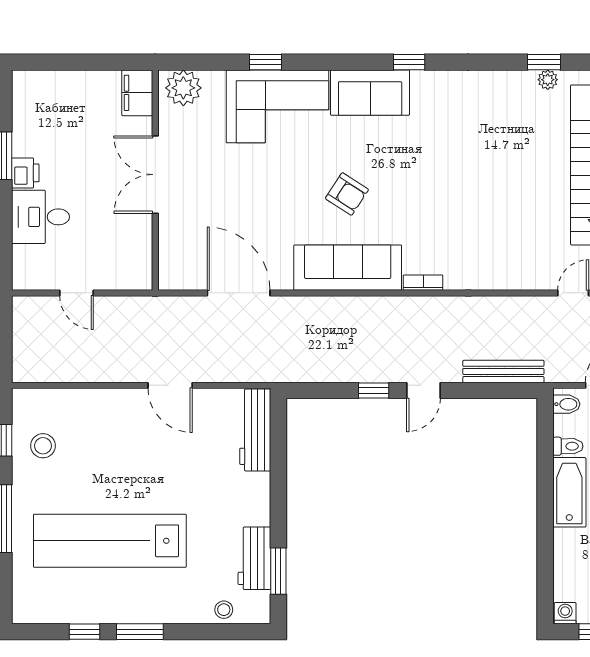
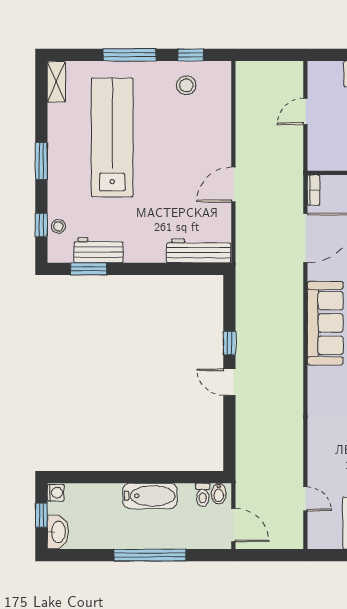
bookcase: (423, 283) -> (314, 190), moved
bench: (503, 371) -> (244, 444), removed
toilet: (568, 446) -> (203, 495), moved
shelving: (39, 612) -> (56, 82), added
window: (84, 632) -> (41, 225), moved

